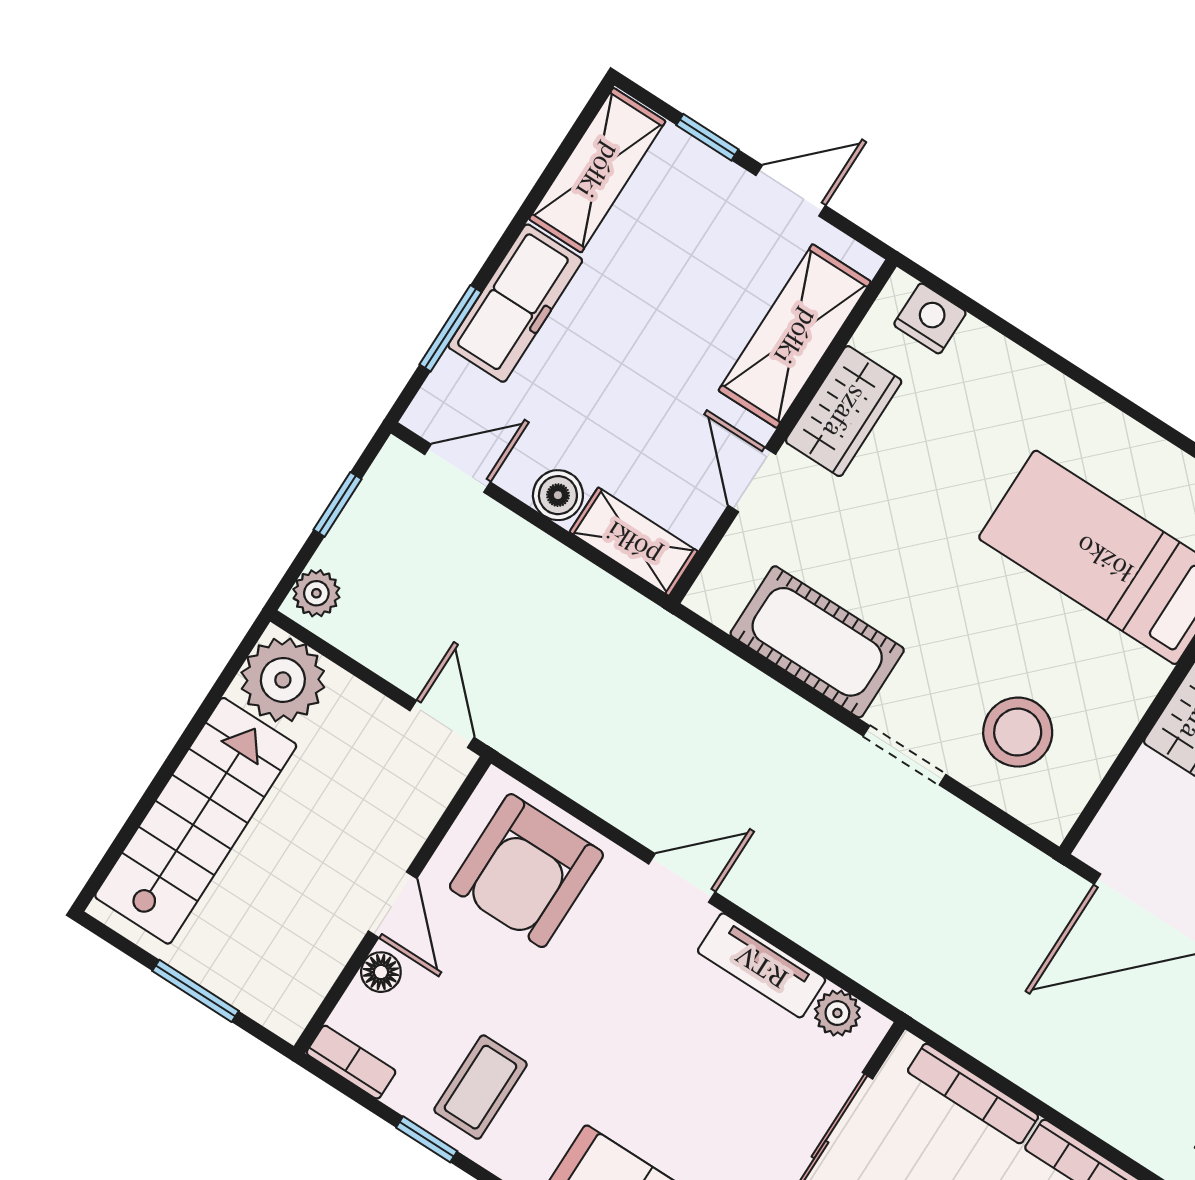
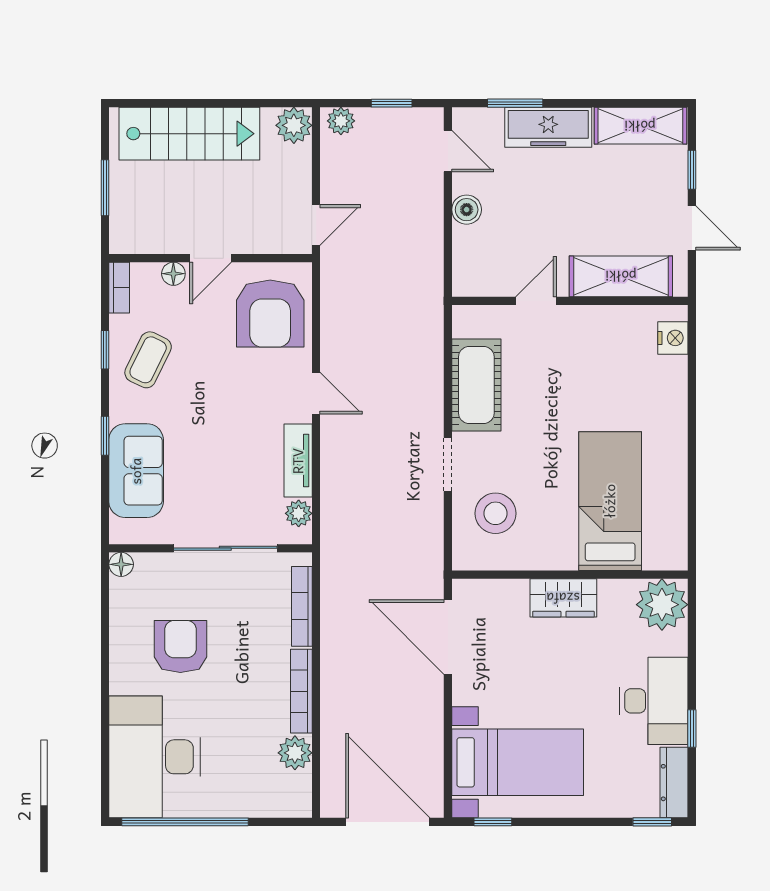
wardrobe: (844, 411) -> (599, 325), removed
shelving: (634, 542) -> (468, 262), removed
plant: (283, 680) -> (294, 125), width x0.73, depth x0.73
armchair: (526, 871) -> (270, 314), turned -90
coffee table: (481, 1087) -> (148, 360), turned -64

